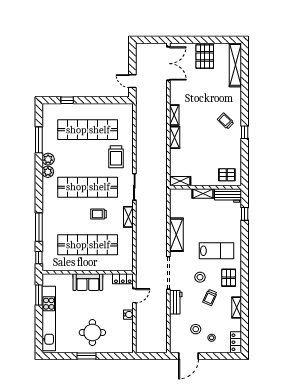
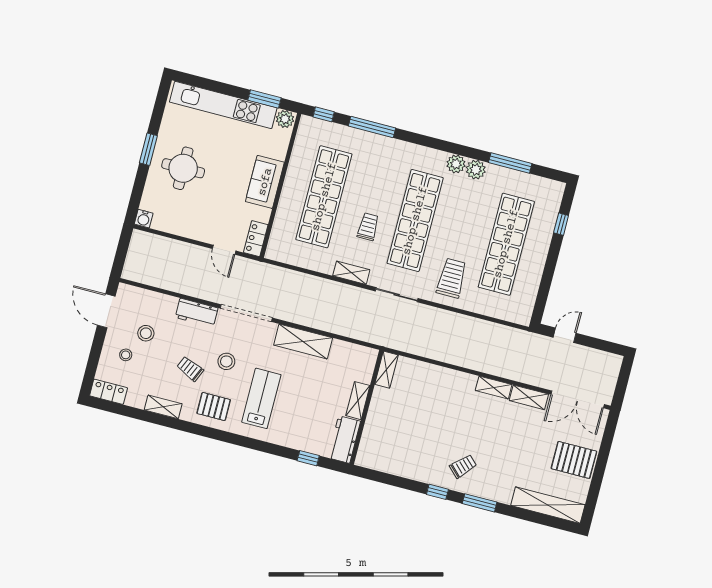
window: (245, 106) -> (480, 503), added
shelving: (175, 137) -> (529, 397), moved
trolley: (116, 157) -> (452, 278), turned 90
pallet: (227, 175) -> (377, 446), removed
lab bench: (216, 251) -> (261, 398), turned 180
plant: (48, 280) -> (285, 119), added
water cooler: (128, 315) -> (144, 219), moved

